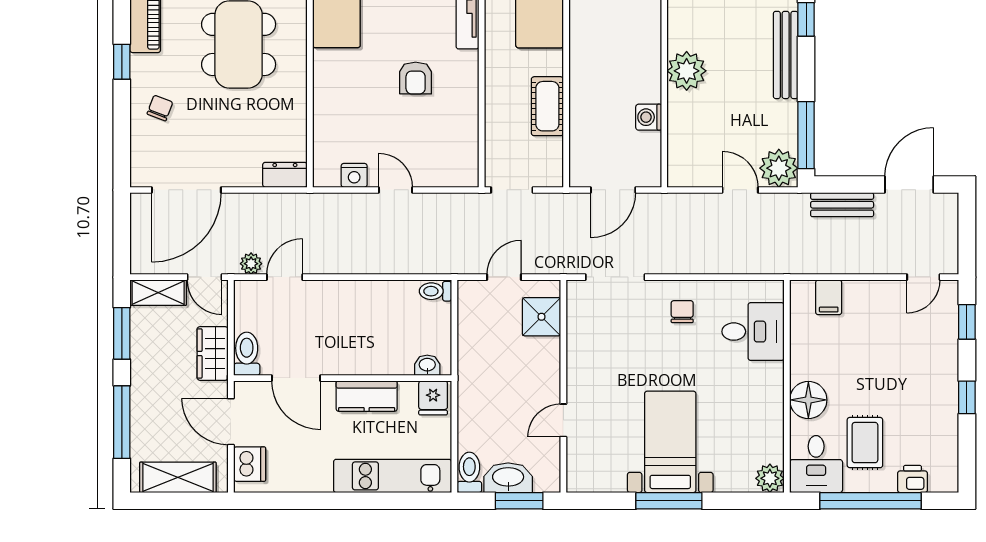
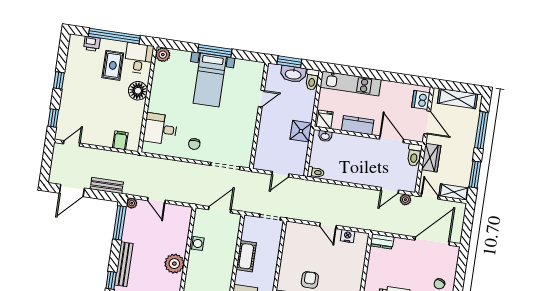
plant: (779, 168) -> (132, 203), width x0.53, depth x0.53
shower: (541, 317) -> (301, 131), moved

